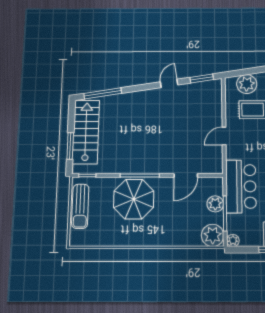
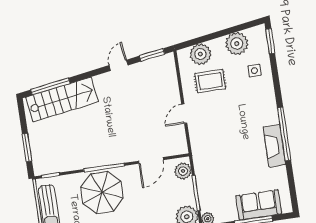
stairs: (86, 132) -> (62, 99), moved, turned 81
bar counter: (241, 186) -> (209, 163), removed
plant: (215, 204) -> (183, 171), moved

